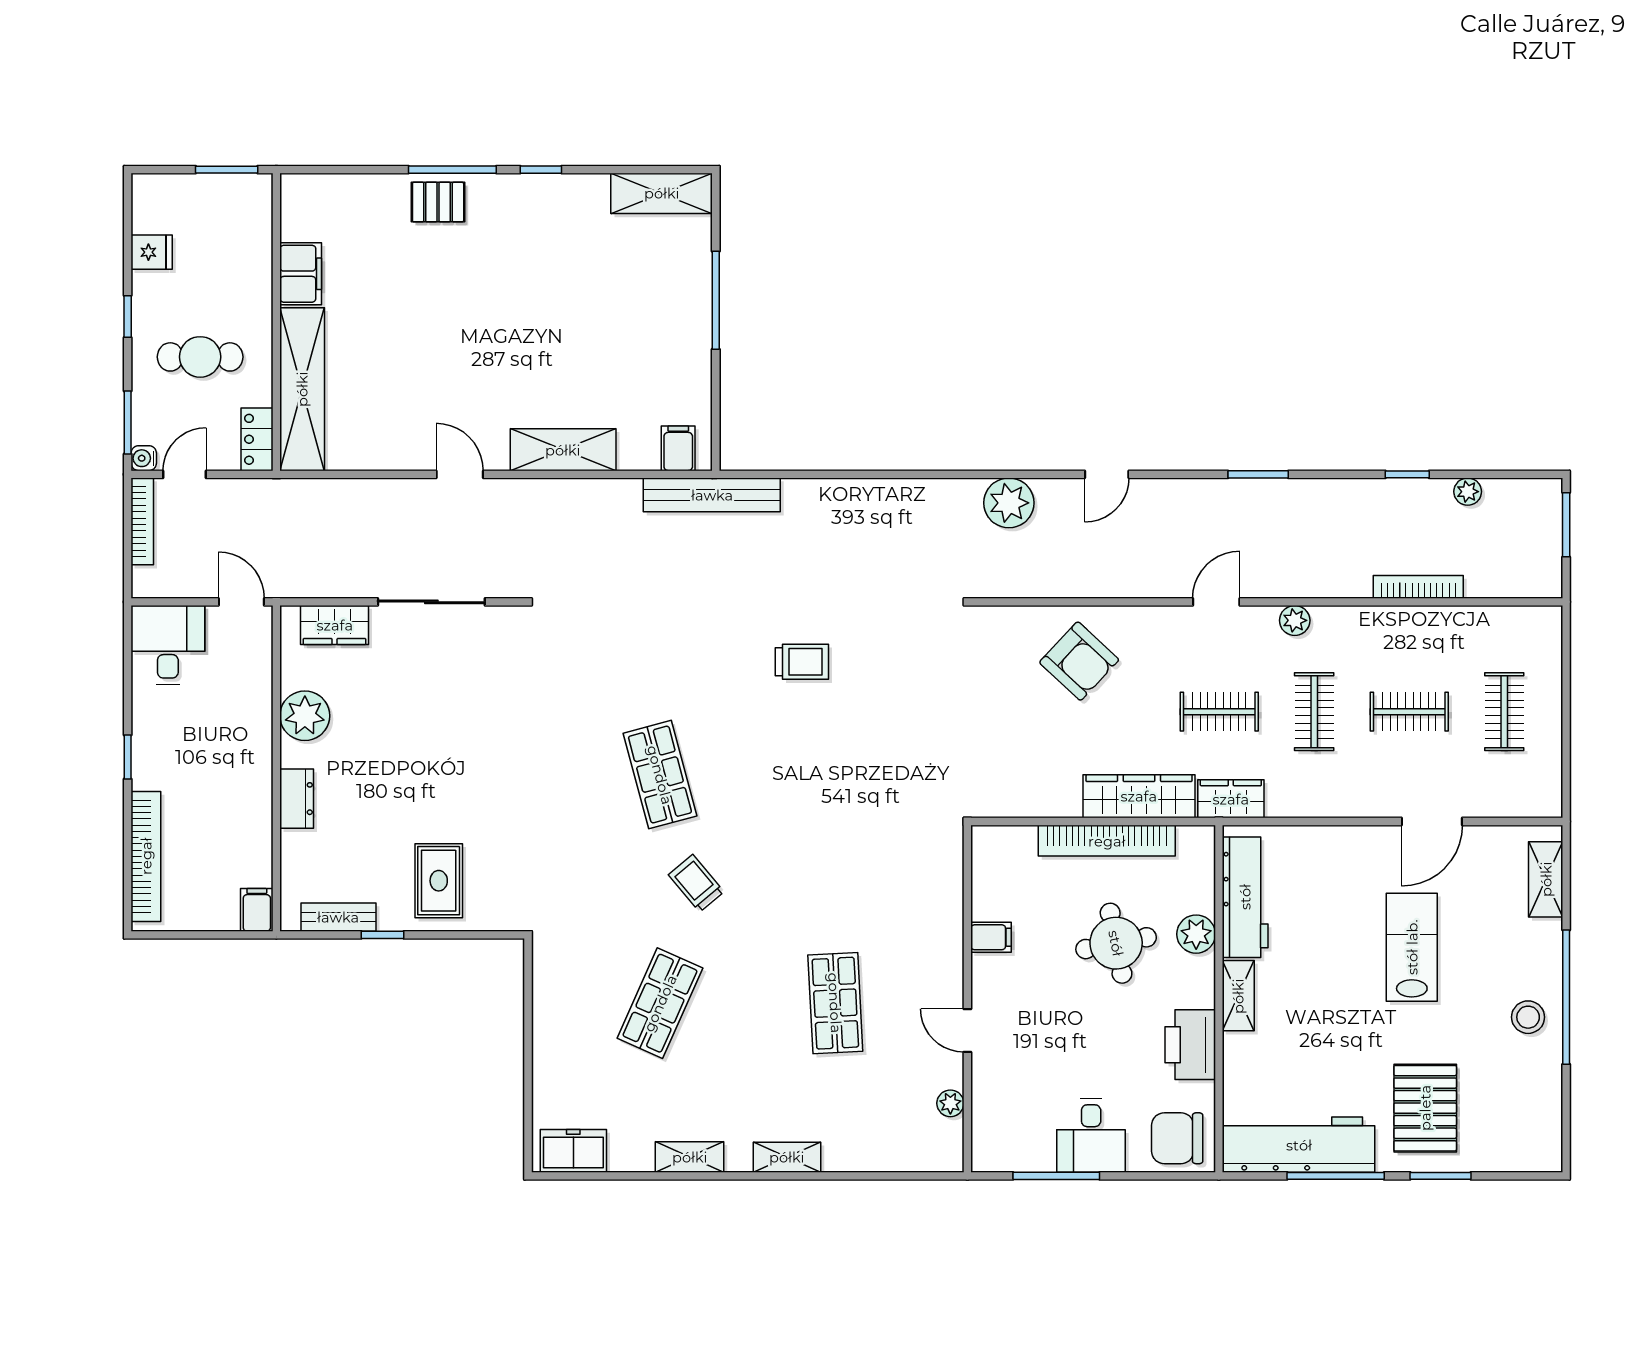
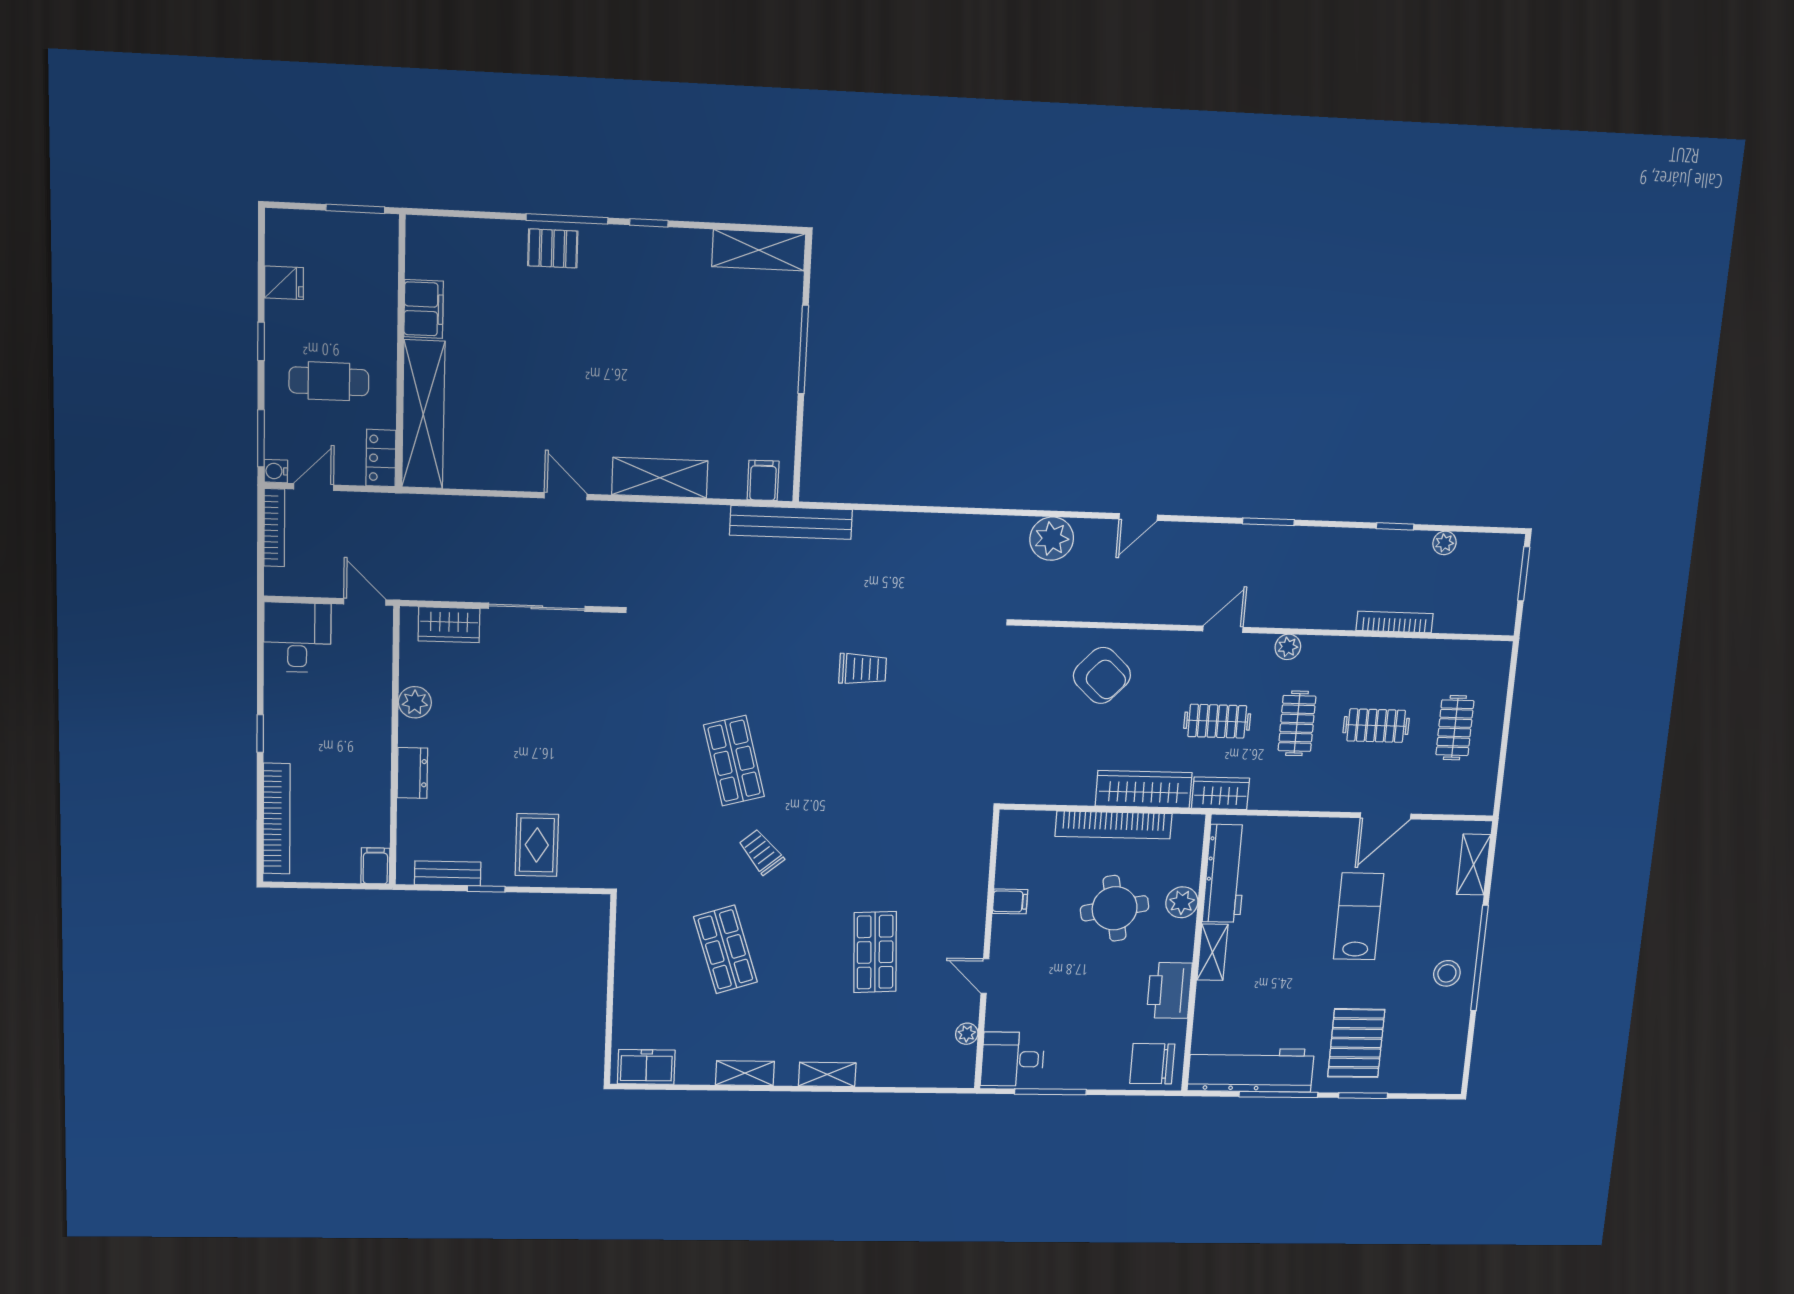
plant: (305, 716) -> (415, 702), width x0.73, depth x0.73
shop shelf: (660, 1003) -> (725, 949), turned -42
desk: (1091, 1136) -> (1013, 1059), moved, turned 90

